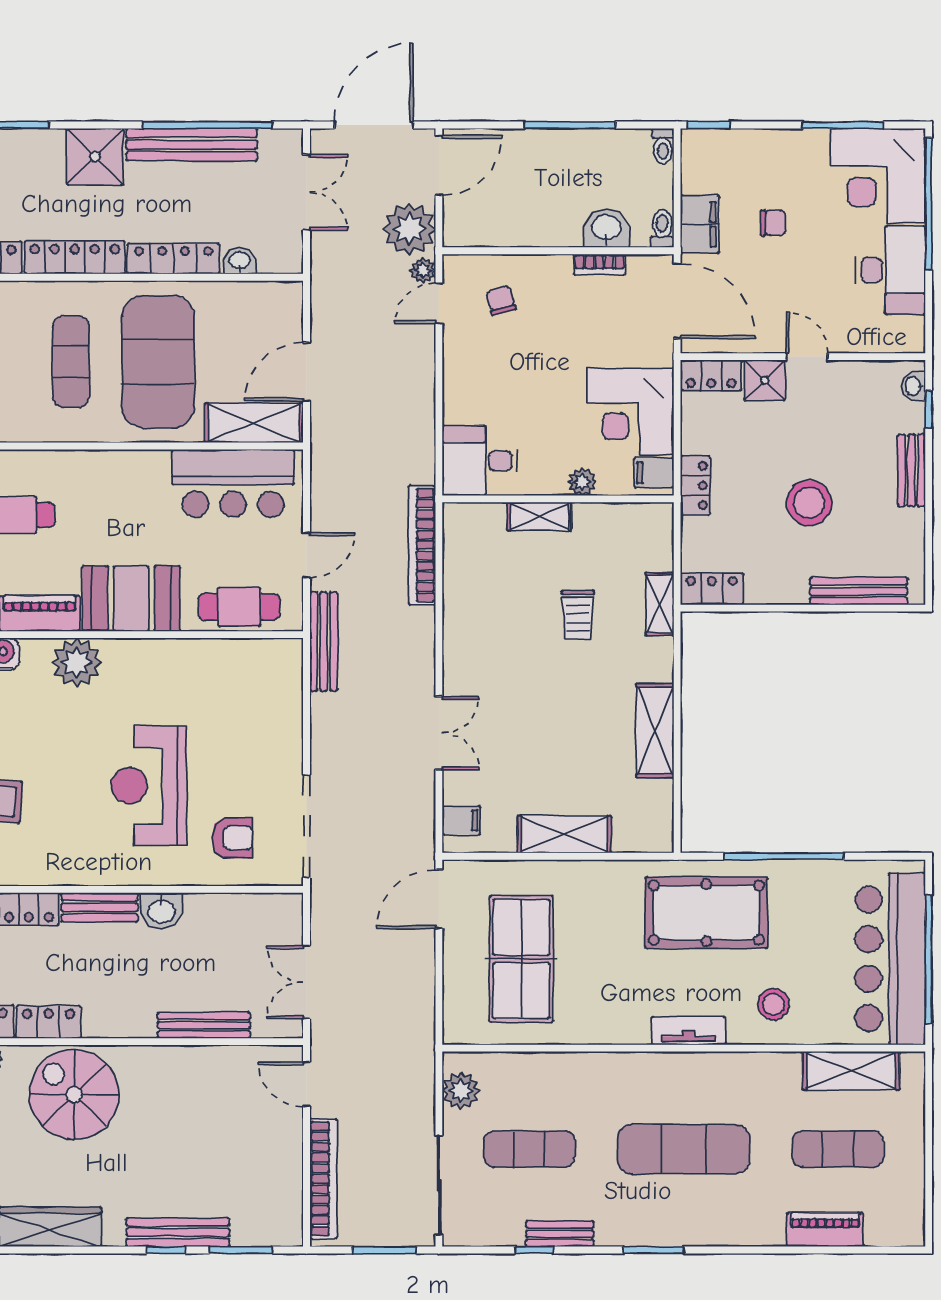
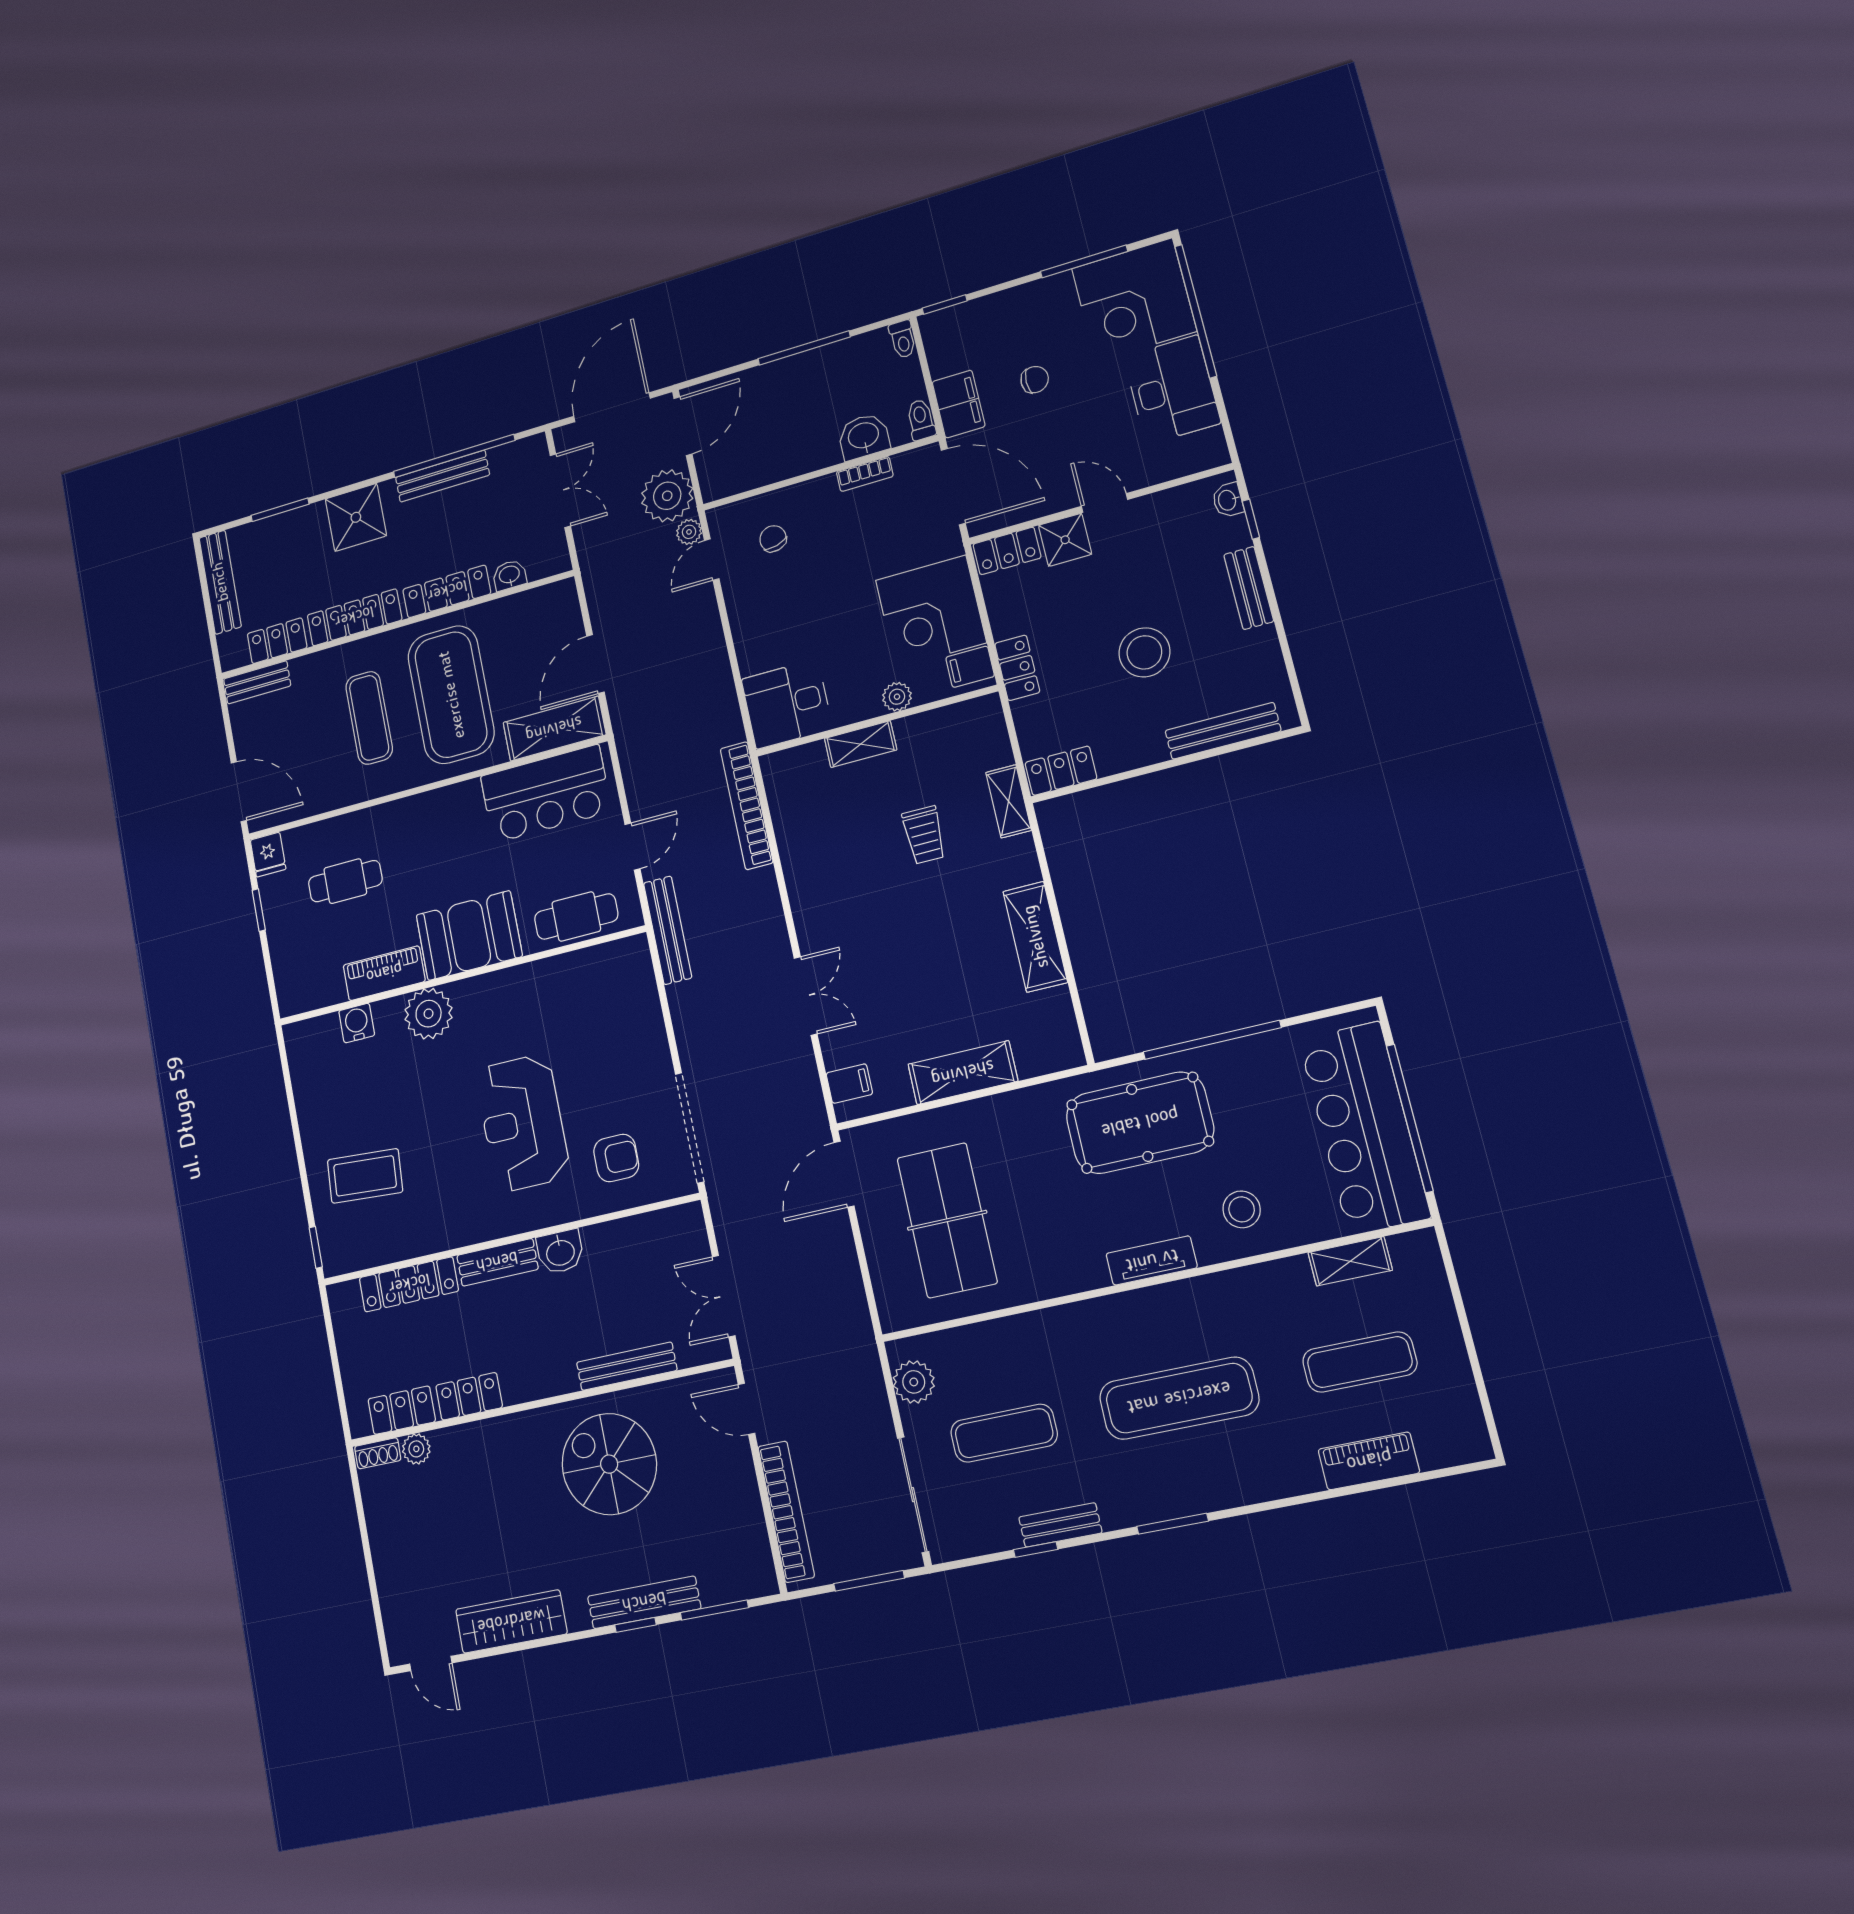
bench: (192, 145) -> (442, 476), width x0.73, depth x0.82
shelving: (851, 1071) -> (1350, 1261), width x0.67, depth x0.75
spiral stairs: (74, 1095) -> (609, 1464), moved

